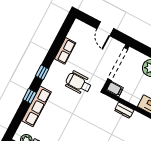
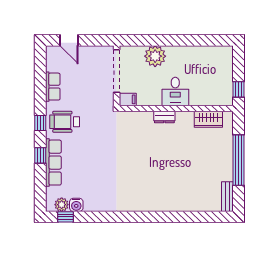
door: (105, 29) -> (69, 40), moved
wheelchair: (79, 83) -> (65, 122), moved
dresser: (124, 110) -> (164, 117), moved

